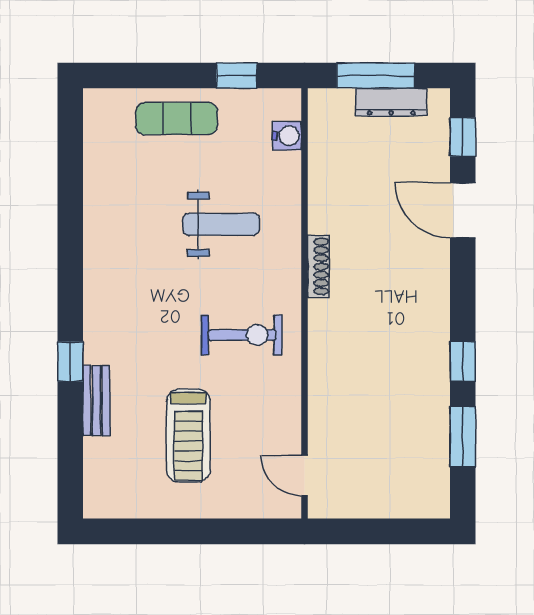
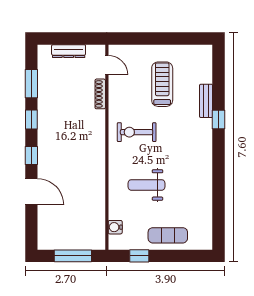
dresser: (391, 102) -> (69, 51), moved, turned 180
window: (463, 137) -> (31, 155), moved
shoe rack: (318, 266) -> (100, 94), moved

